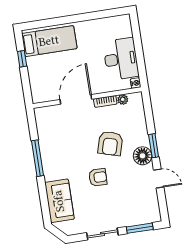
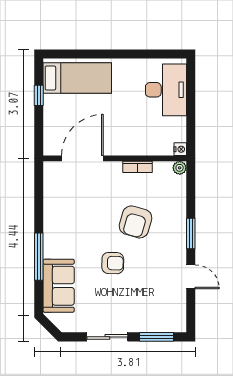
desk: (121, 59) -> (166, 90), moved
door: (76, 99) -> (82, 158), moved
plant: (123, 99) -> (180, 168), moved
floor lamp: (143, 156) -> (175, 244), removed
window: (37, 158) -> (39, 257), moved

